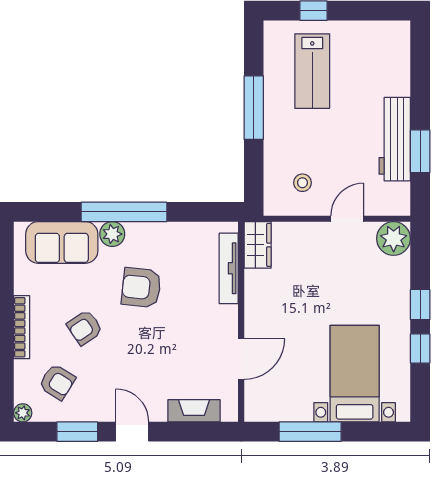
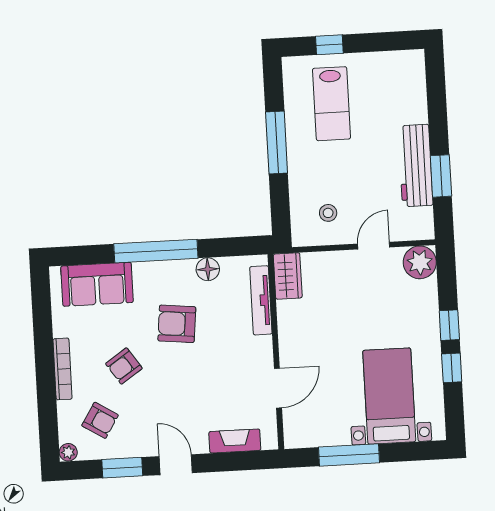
floor lamp: (176, 233) -> (208, 269), added
plant: (112, 234) -> (146, 273), removed

